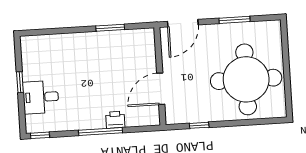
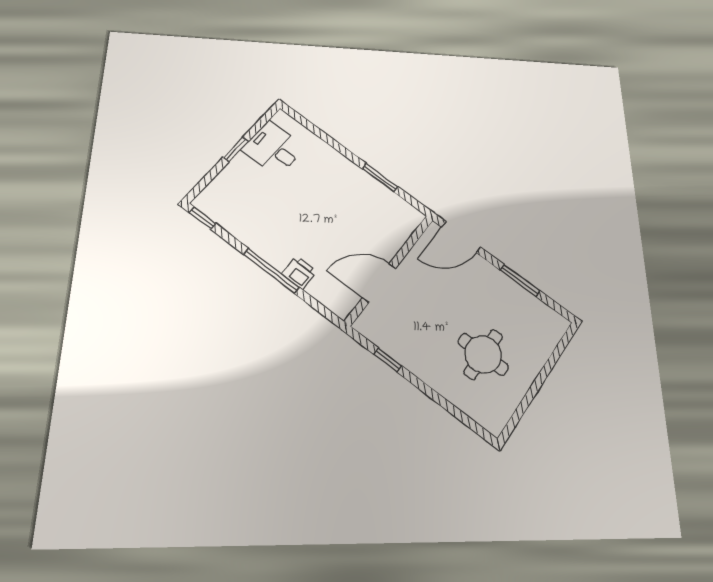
round table: (246, 79) -> (483, 354), width x0.54, depth x0.54
desk: (41, 97) -> (273, 148), moved

